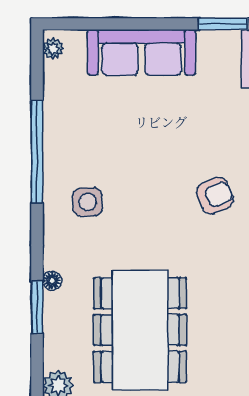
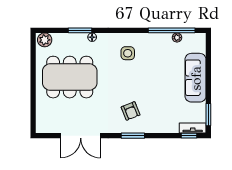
plant: (53, 48) -> (177, 38), moved
window: (37, 152) -> (172, 30), moved

